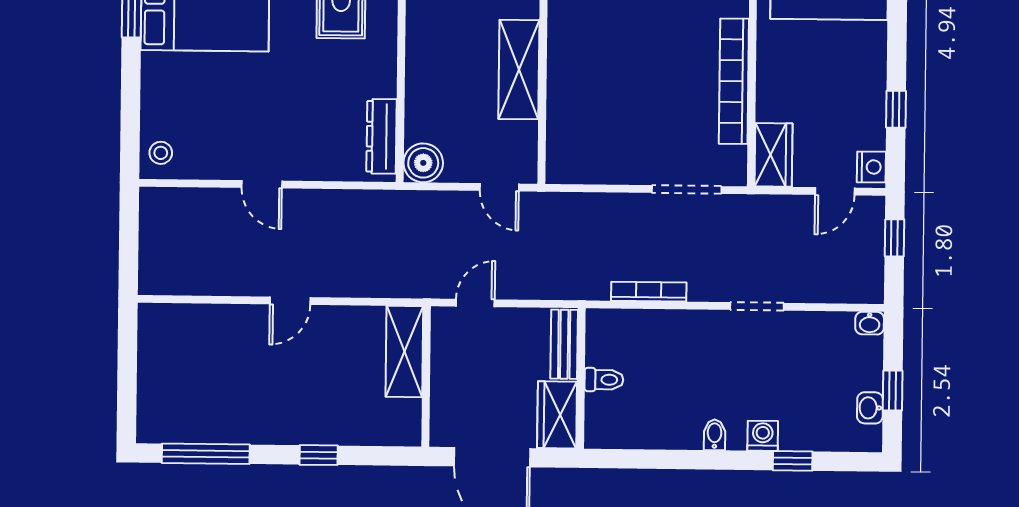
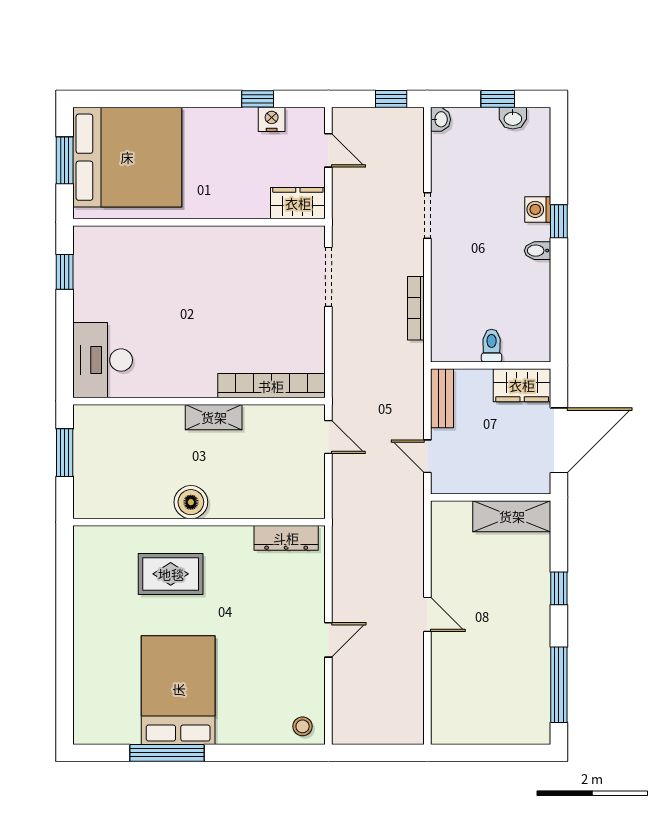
shelving: (519, 70) -> (214, 417), width x0.67, depth x0.75
bookcase: (734, 81) -> (271, 386), moved, turned 180
boiler: (423, 163) -> (191, 502), moved
nightstand: (871, 167) -> (272, 119), moved
door: (499, 187) -> (328, 437), hinge flipped
window: (894, 238) -> (391, 99), moved
bench: (564, 344) -> (442, 398), moved, turned 90
shelving: (404, 352) -> (512, 516), moved
window: (793, 461) -> (559, 221), moved

